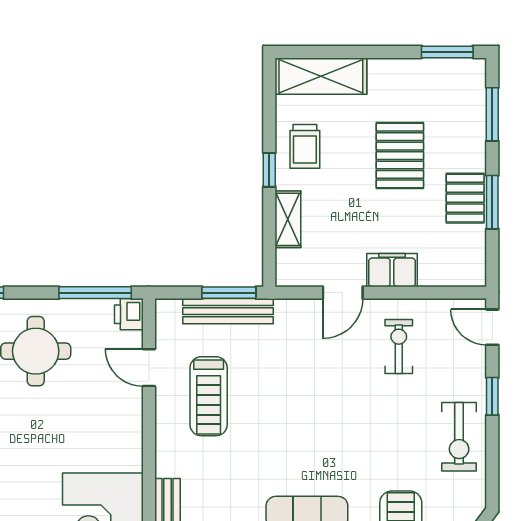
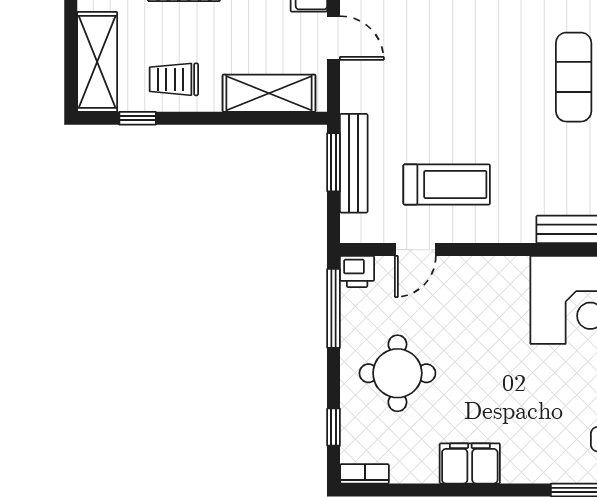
trolley: (305, 146) -> (174, 79), turned 180
window: (269, 170) -> (138, 118), moved
shelving: (288, 219) -> (269, 93), width x1.50, depth x1.33

